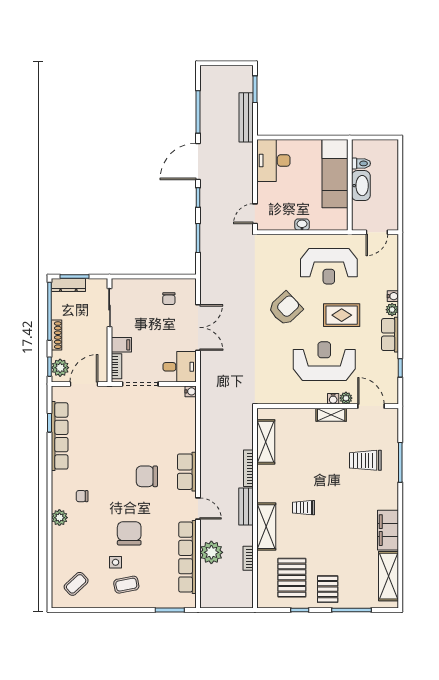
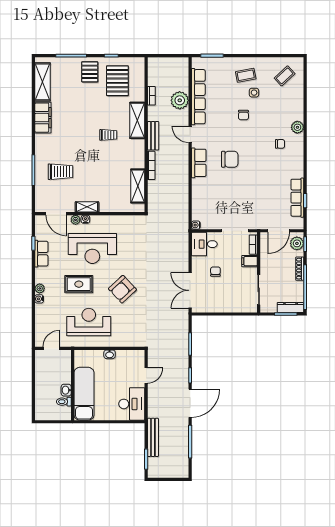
washbasin: (361, 186) -> (66, 390), width x0.52, depth x0.69
door: (255, 214) -> (146, 376), moved
chair: (169, 299) -> (215, 272), moved
double door: (198, 327) -> (190, 290), moved
row of seats: (390, 335) -> (41, 254), moved
row of seats: (60, 436) -> (297, 198), width x0.73
chair: (129, 533) -> (243, 115), width x0.54, depth x0.54

